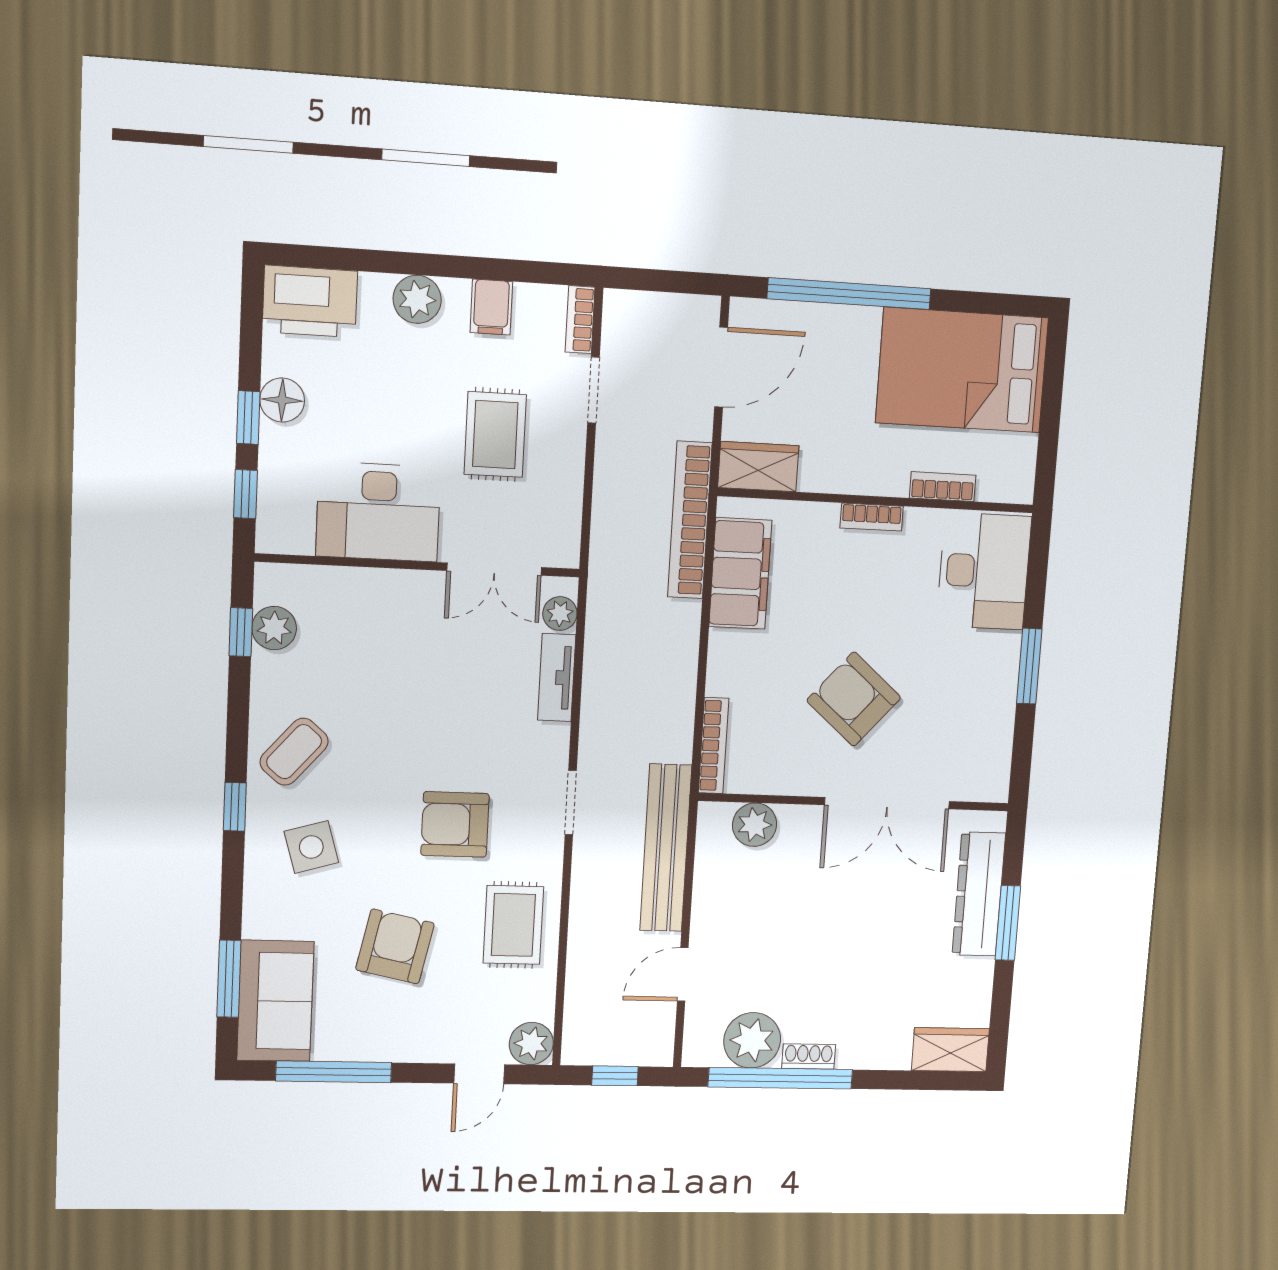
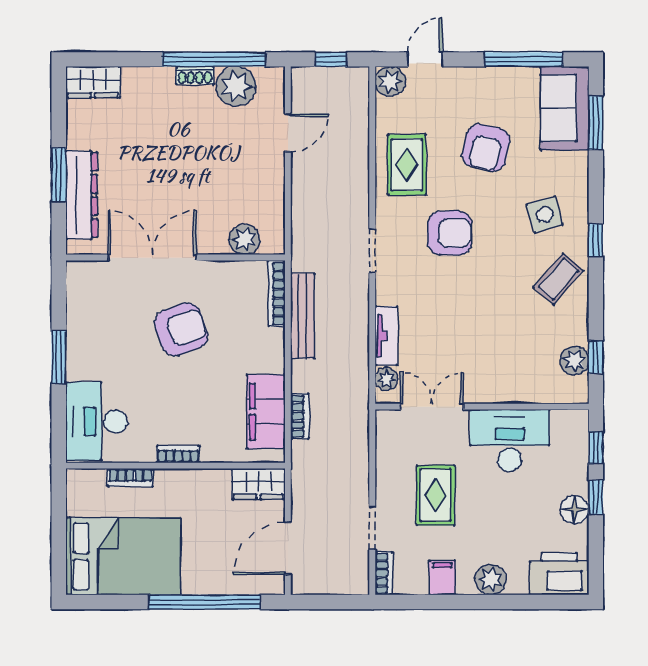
bookcase: (690, 520) -> (300, 416), width x0.43, depth x0.76
armchair: (854, 699) -> (181, 329), turned -60
bench: (666, 848) -> (303, 316), moved, width x0.73, depth x0.82

